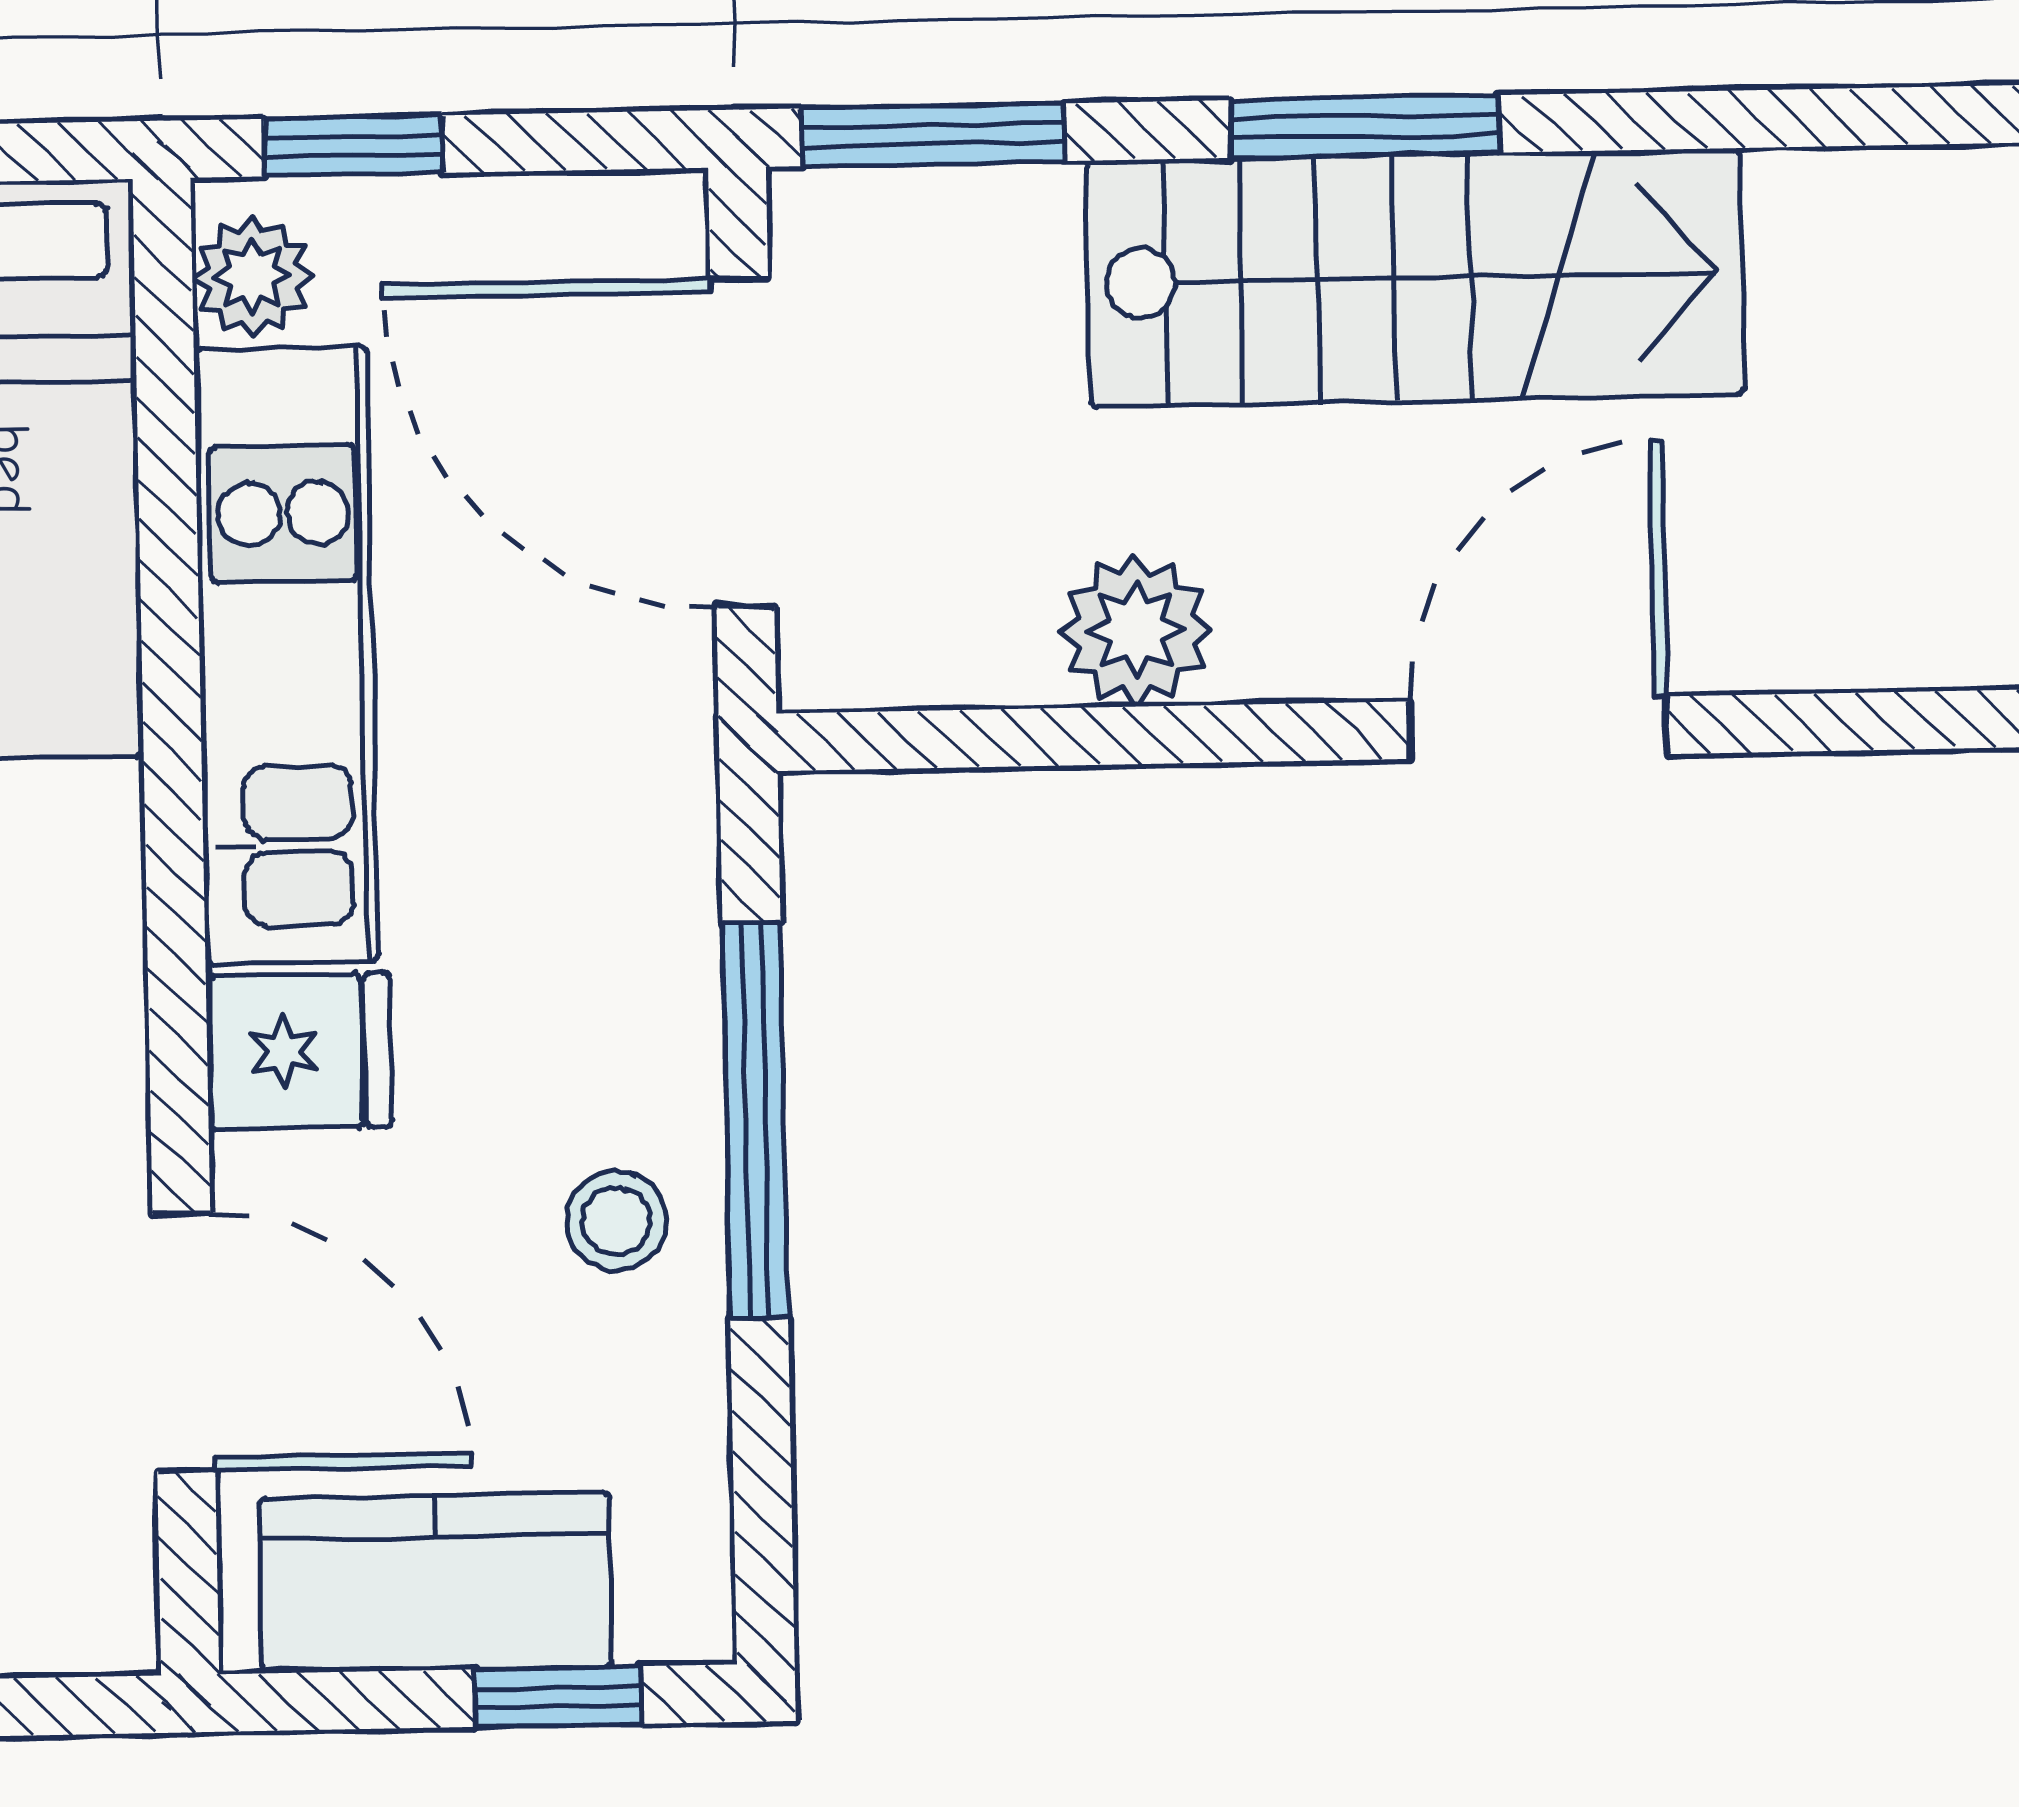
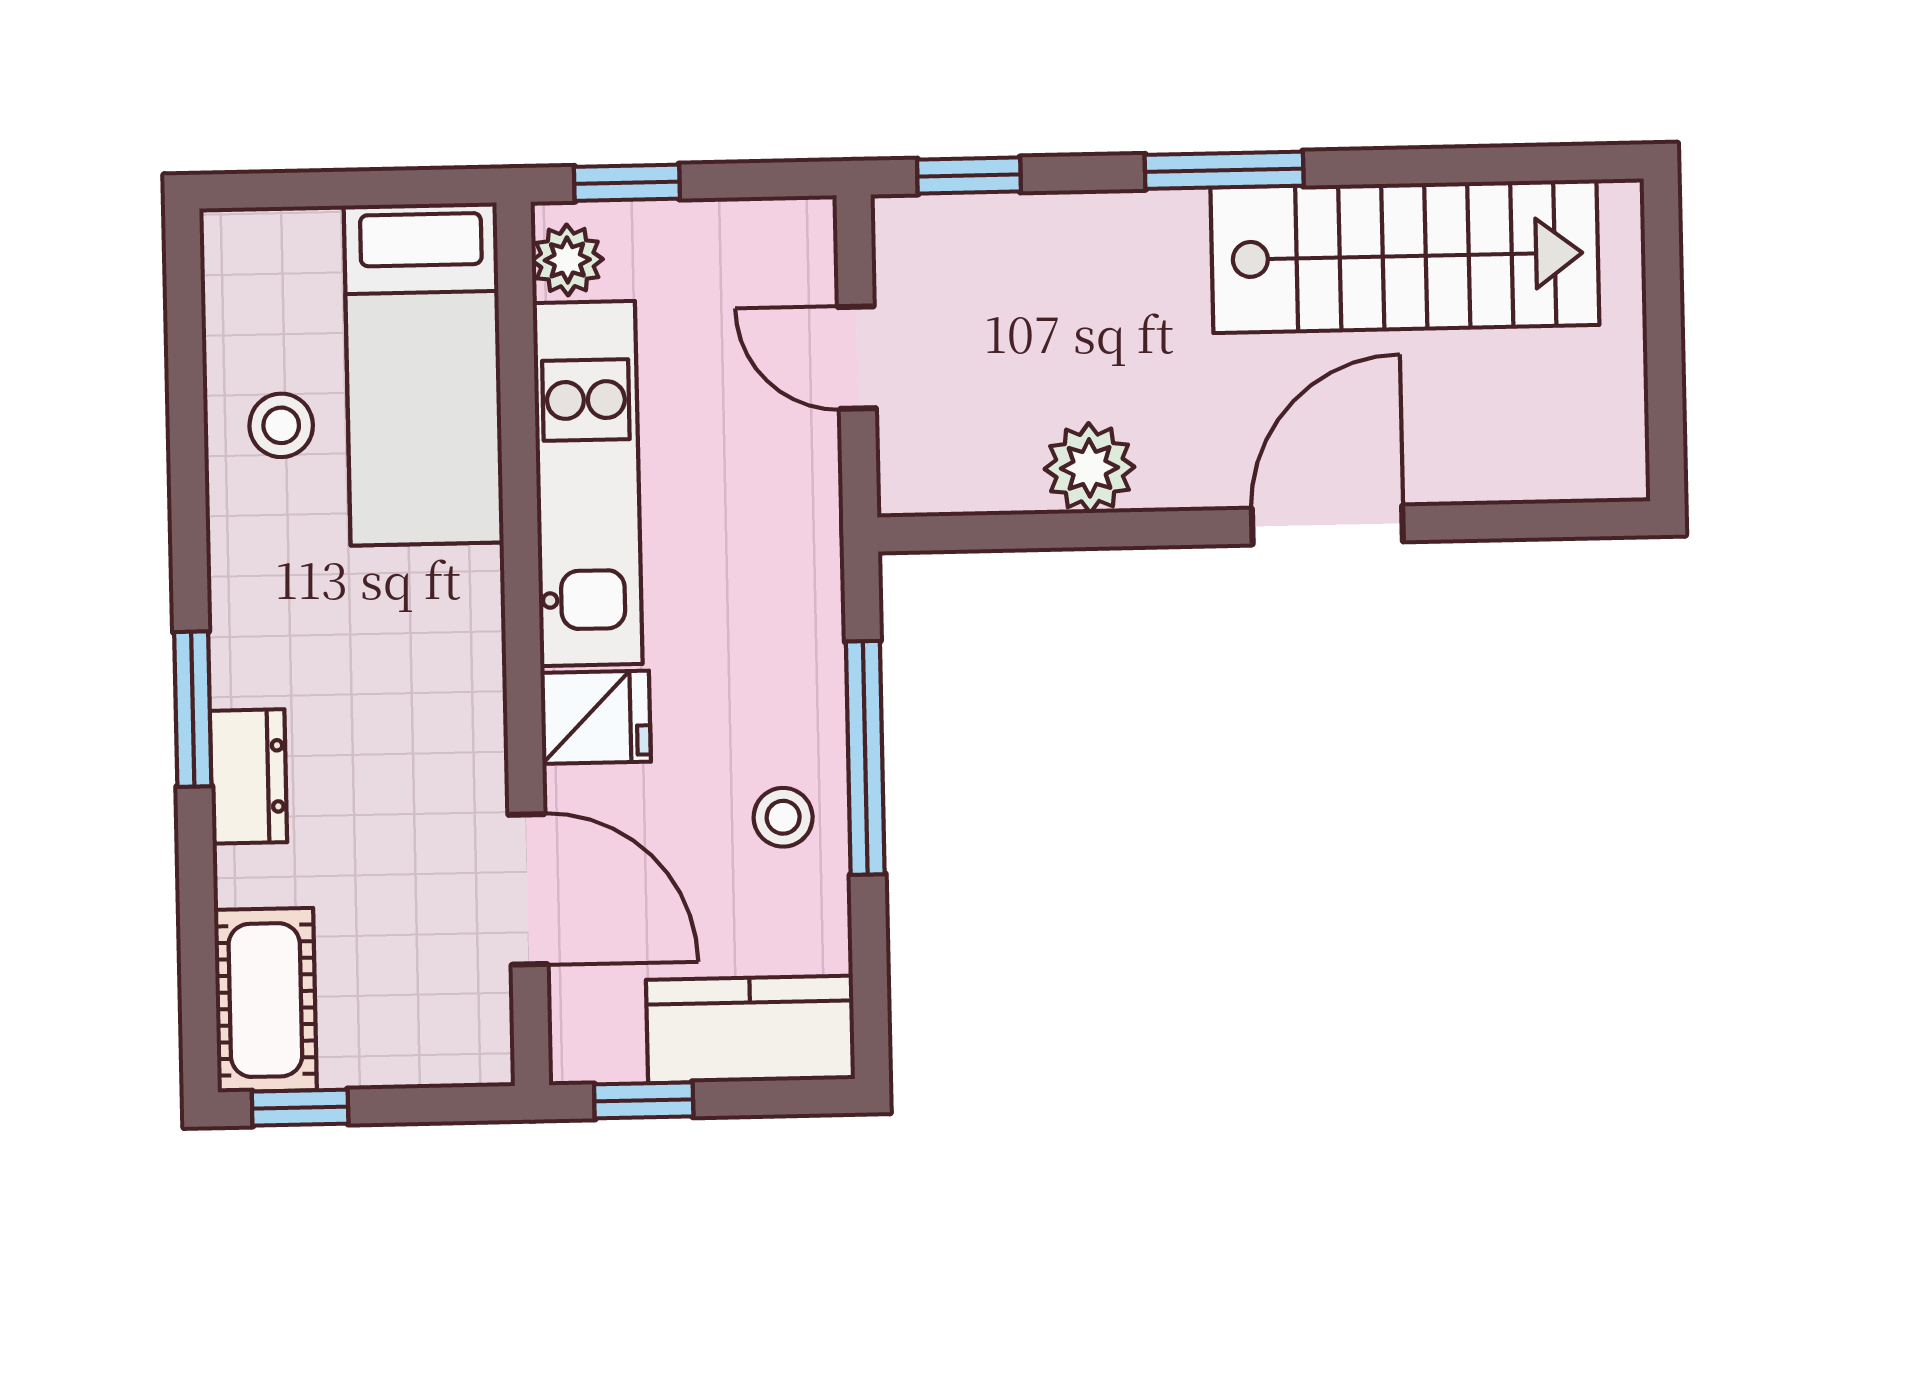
window: (933, 135) -> (969, 176), width x0.67
stairs: (1415, 278) -> (1405, 256), moved
door: (742, 443) -> (857, 358), width x0.53
kitchen counter: (436, 1583) -> (750, 1029), moved
window: (558, 1697) -> (644, 1100), moved

